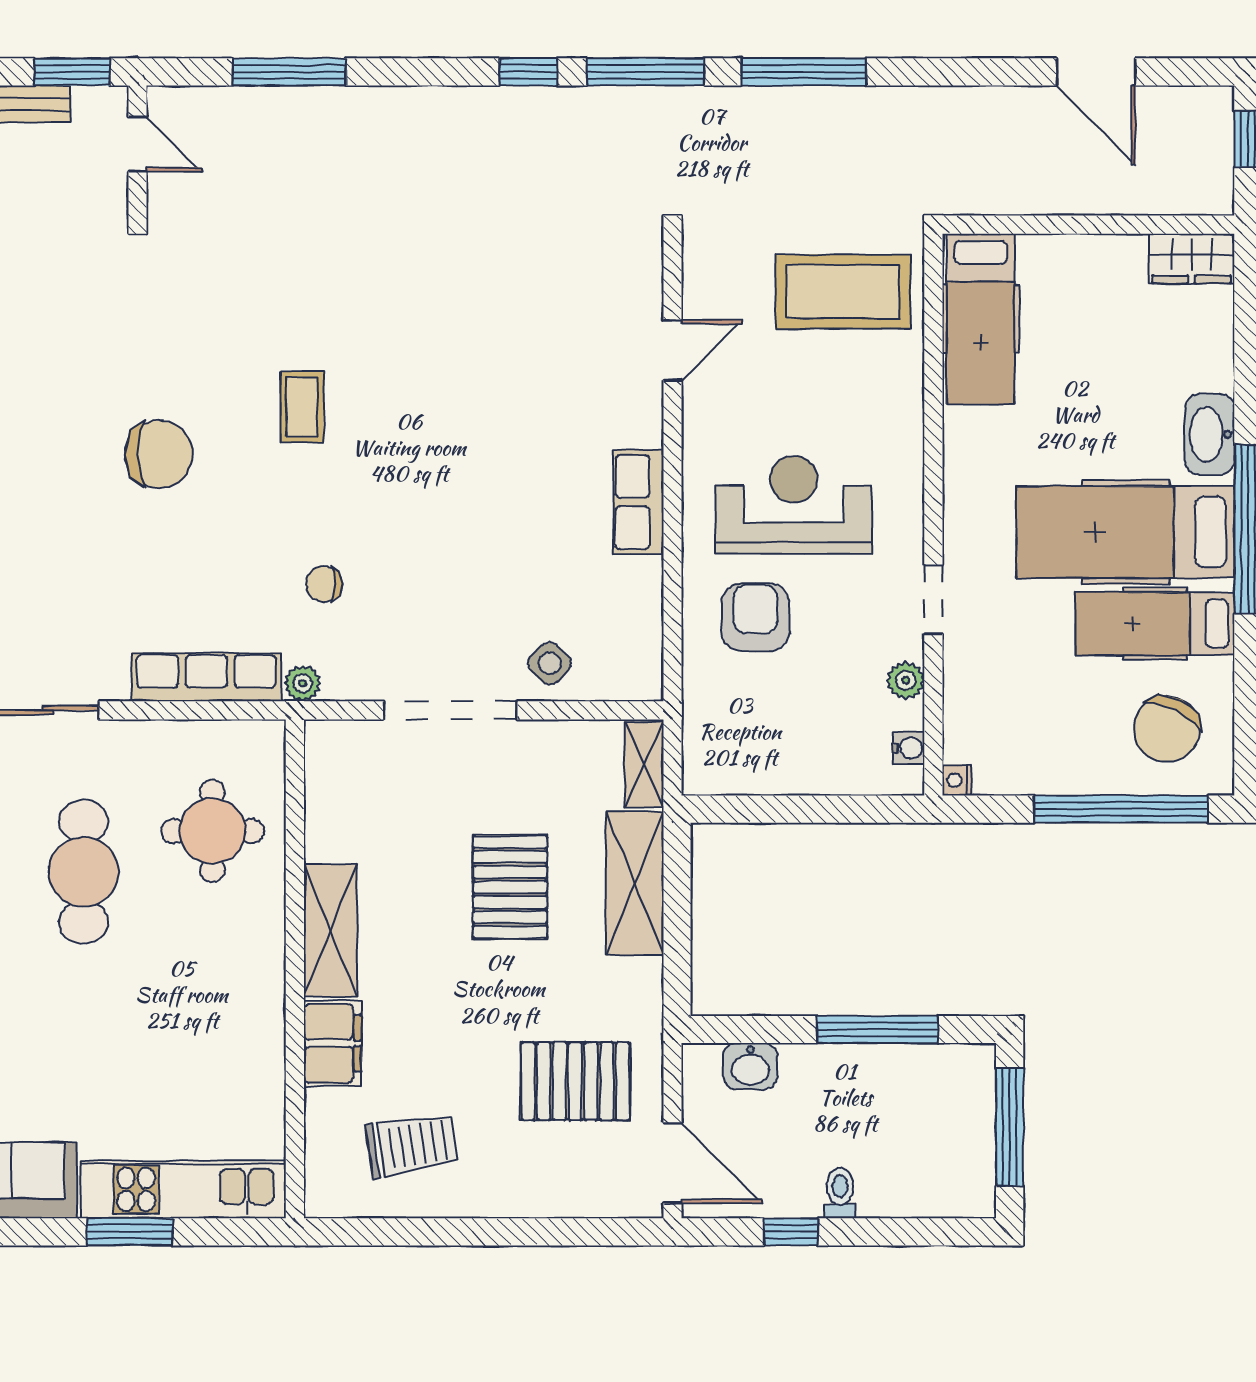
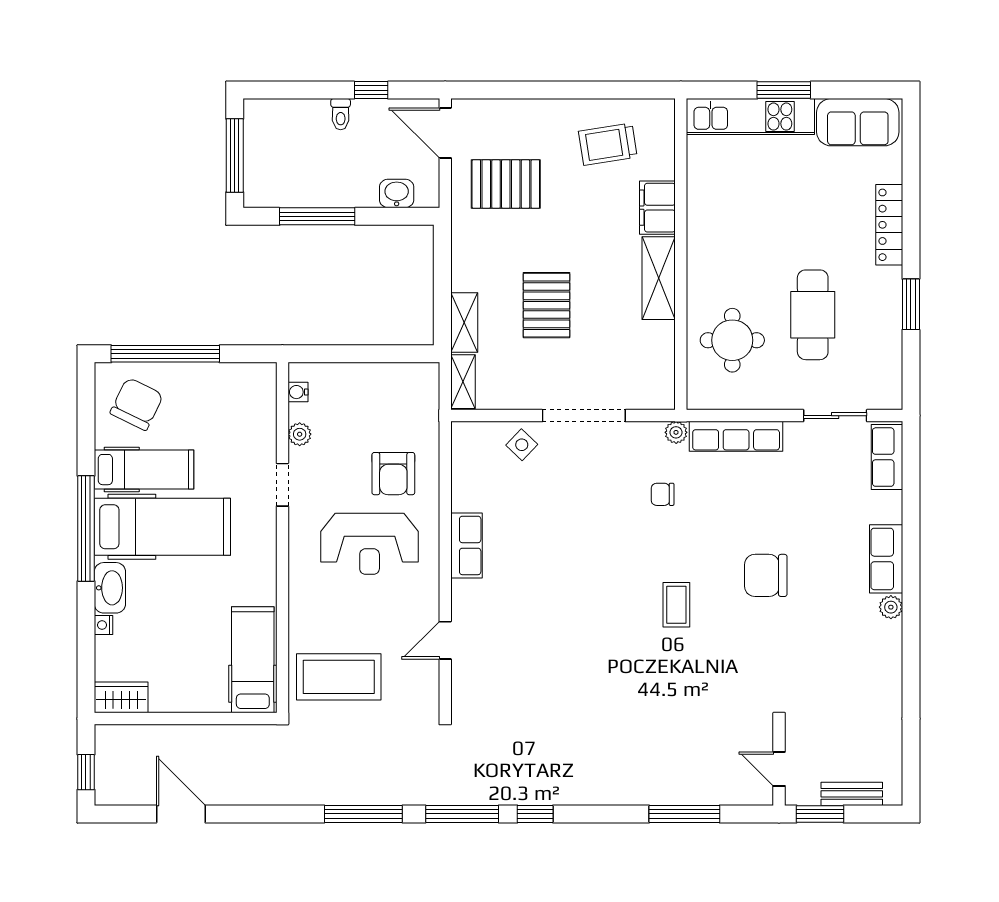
chair: (324, 584) -> (663, 494), turned 180
nightstand: (957, 780) -> (103, 625), moved, turned 180
shelving: (635, 883) -> (464, 322), width x0.67, depth x0.75

